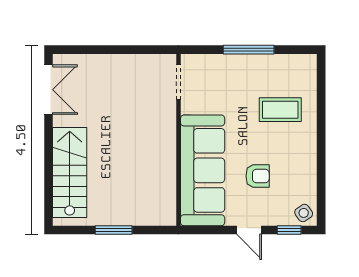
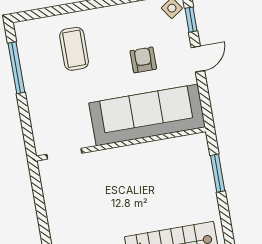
window: (249, 50) -> (16, 68), moved
window: (114, 230) -> (218, 173), moved

